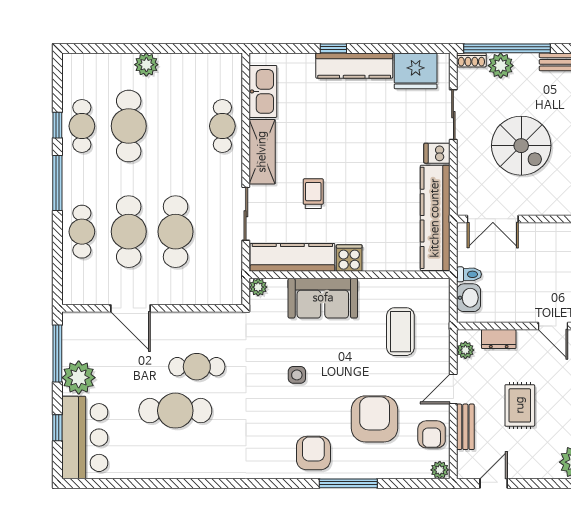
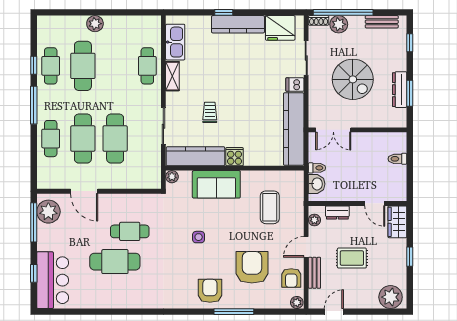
shelving: (262, 152) -> (172, 76), width x0.67, depth x0.75
plant: (79, 378) -> (48, 212), moved
rug: (520, 405) -> (352, 258), turned 90

